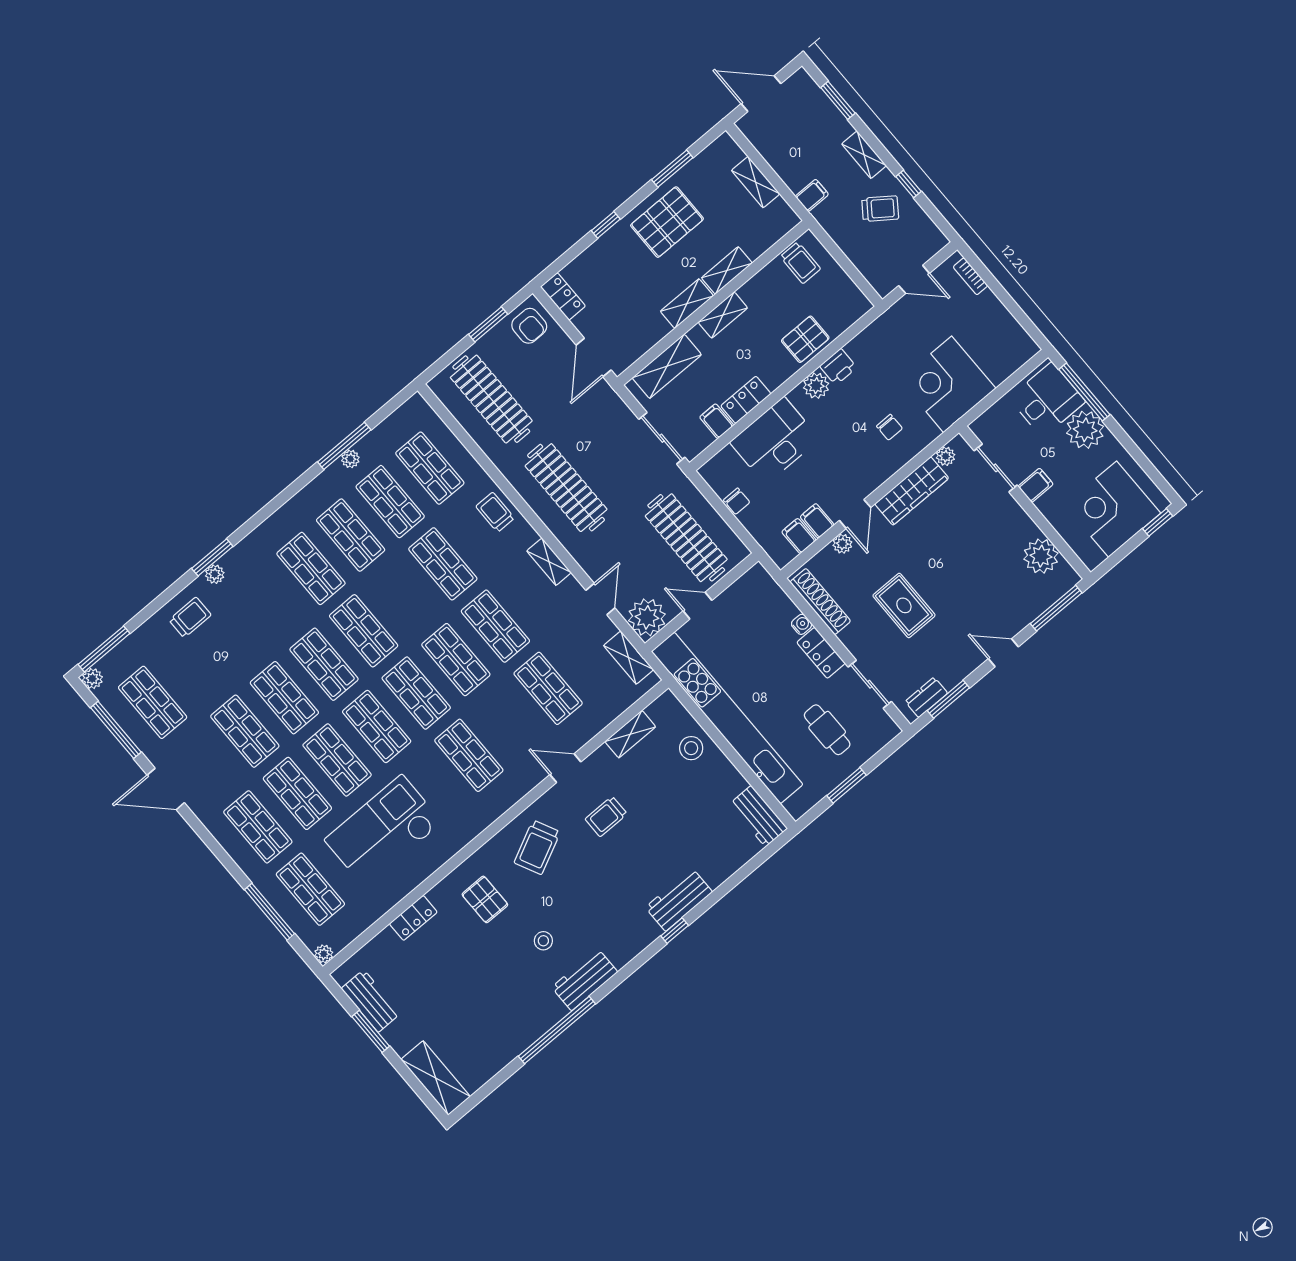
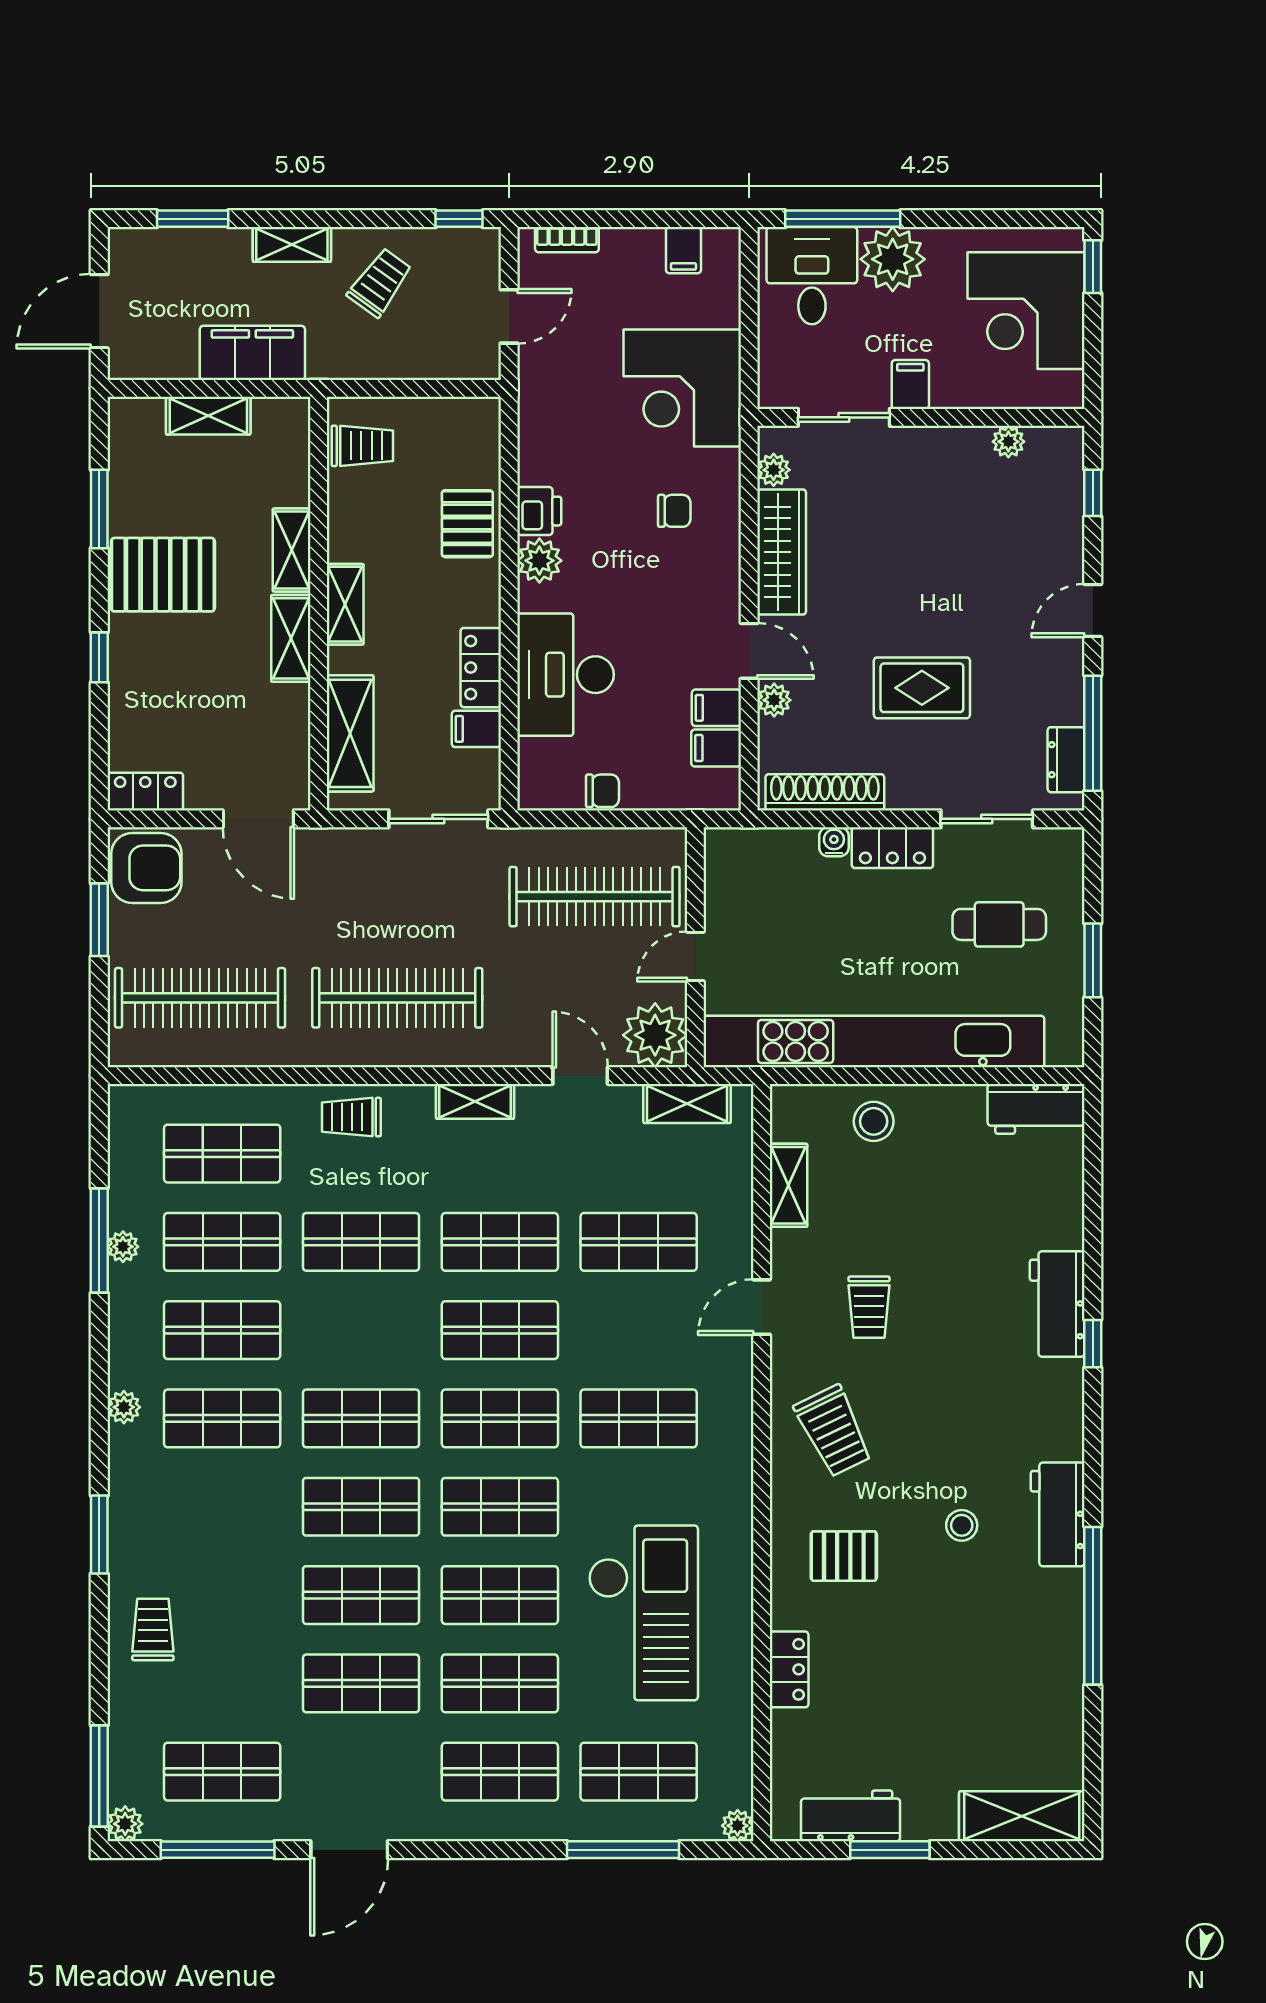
window: (909, 184) -> (459, 219), moved
filing cabinet: (812, 195) -> (252, 353), width x3.00, depth x1.17
pallet: (667, 222) -> (163, 575), turned 90
armchair: (529, 326) -> (146, 868), width x1.38, depth x1.38
filing cabinet: (1010, 333) -> (683, 250), added
plant: (1041, 556) -> (1008, 442), width x0.53, depth x0.53
plant: (215, 574) -> (124, 1407), moved
window: (1056, 608) -> (1093, 493), width x0.46
window: (948, 699) -> (1093, 733), width x1.44
checkout: (383, 831) -> (643, 1613), turned 180

